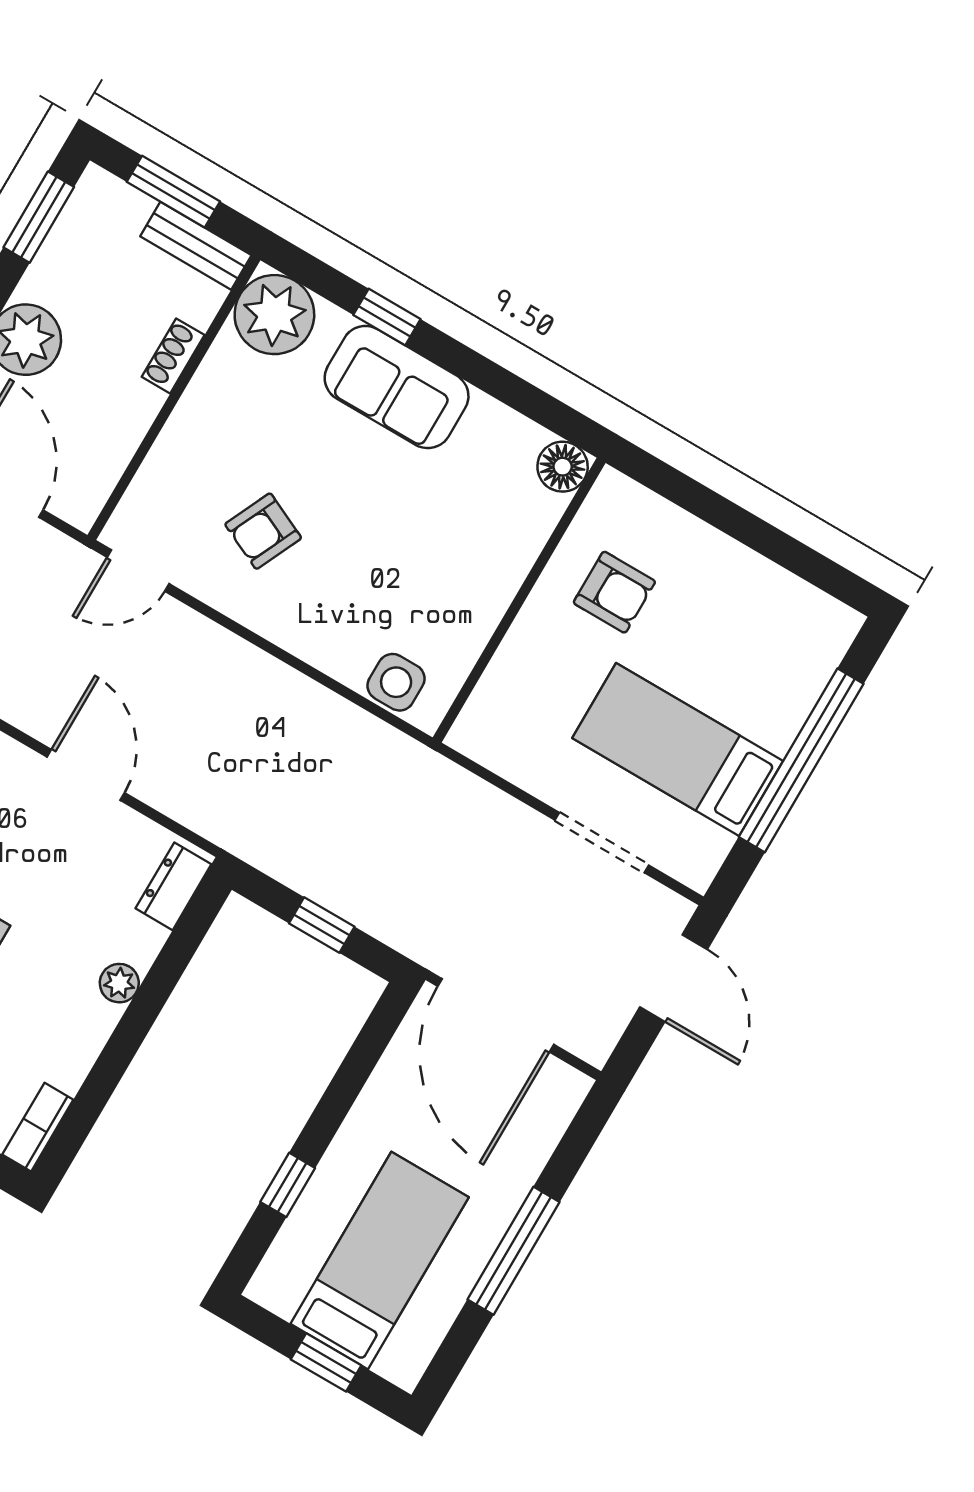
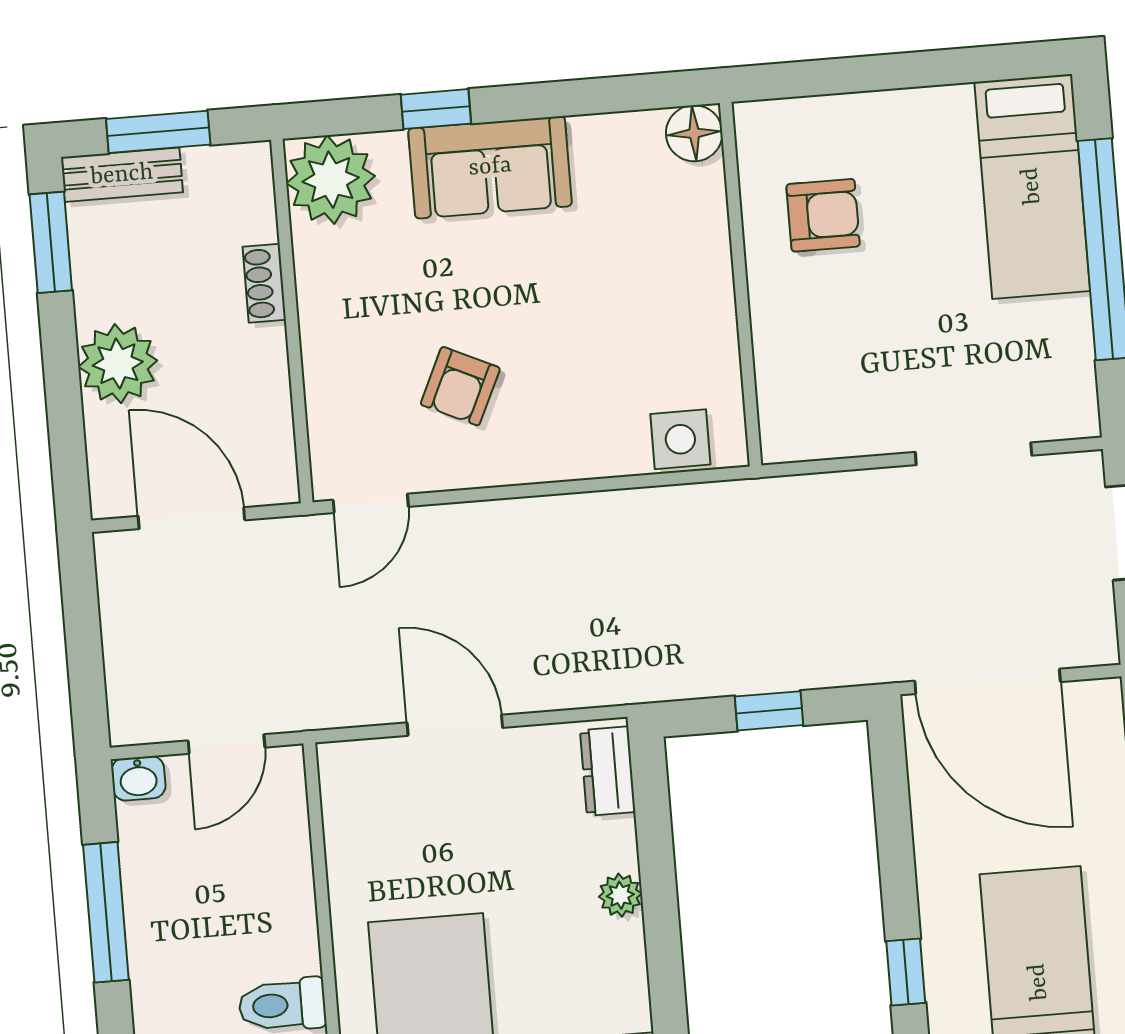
bench: (196, 246) -> (122, 175), moved
bed: (678, 749) -> (1032, 186), moved, turned -90

